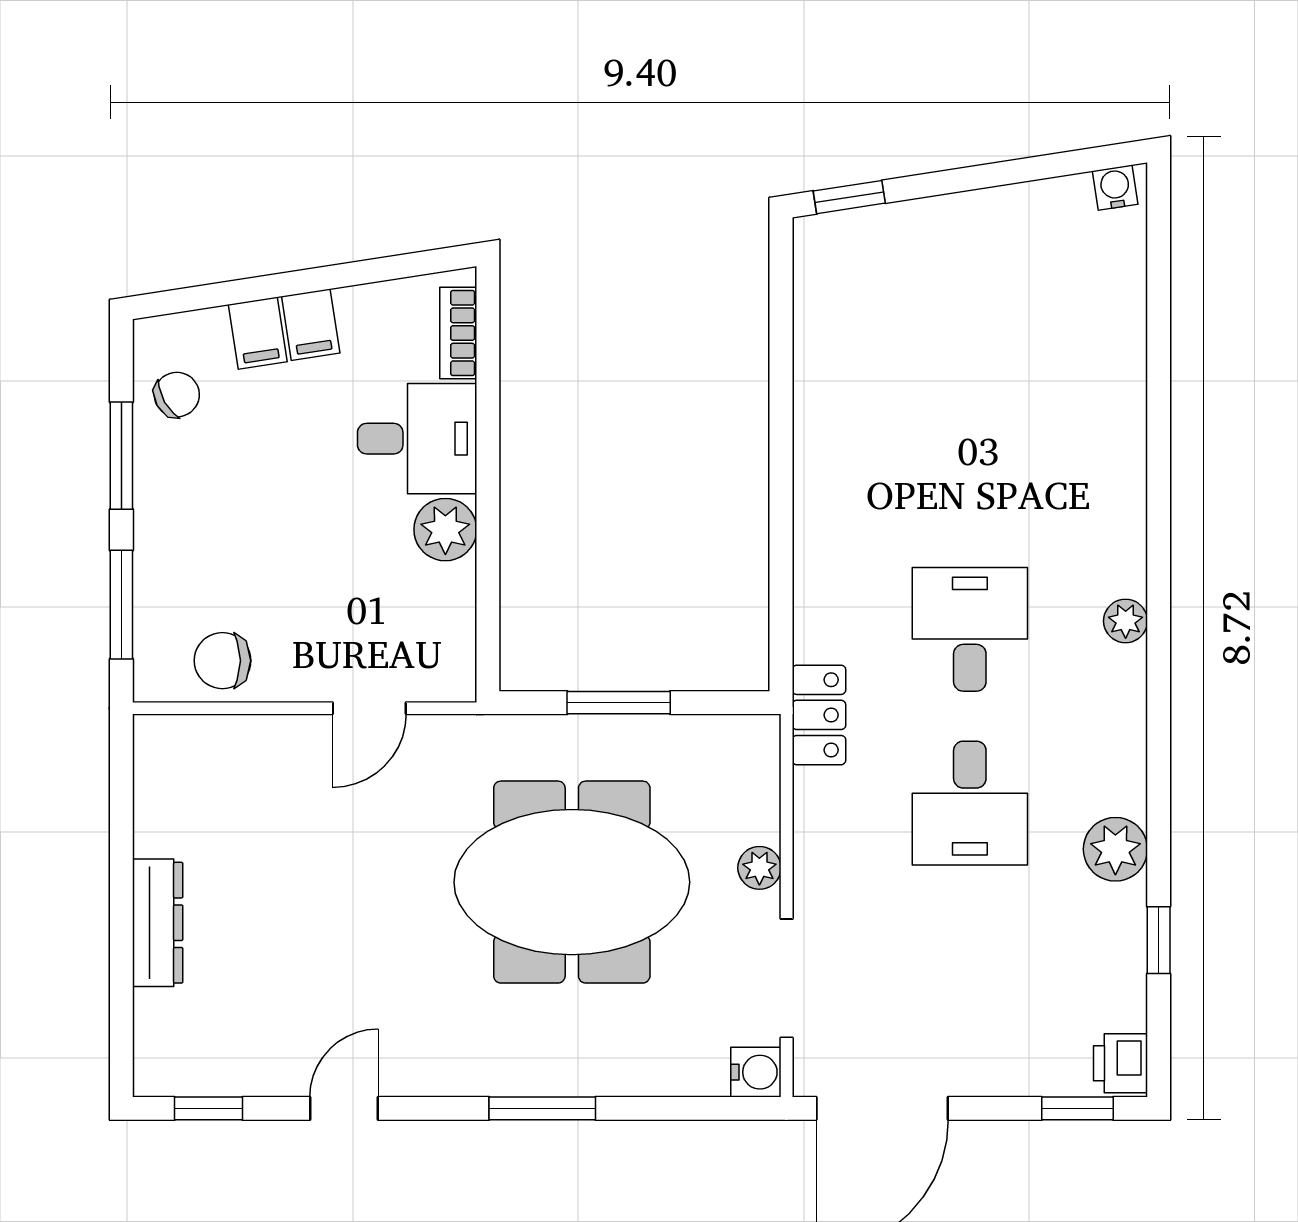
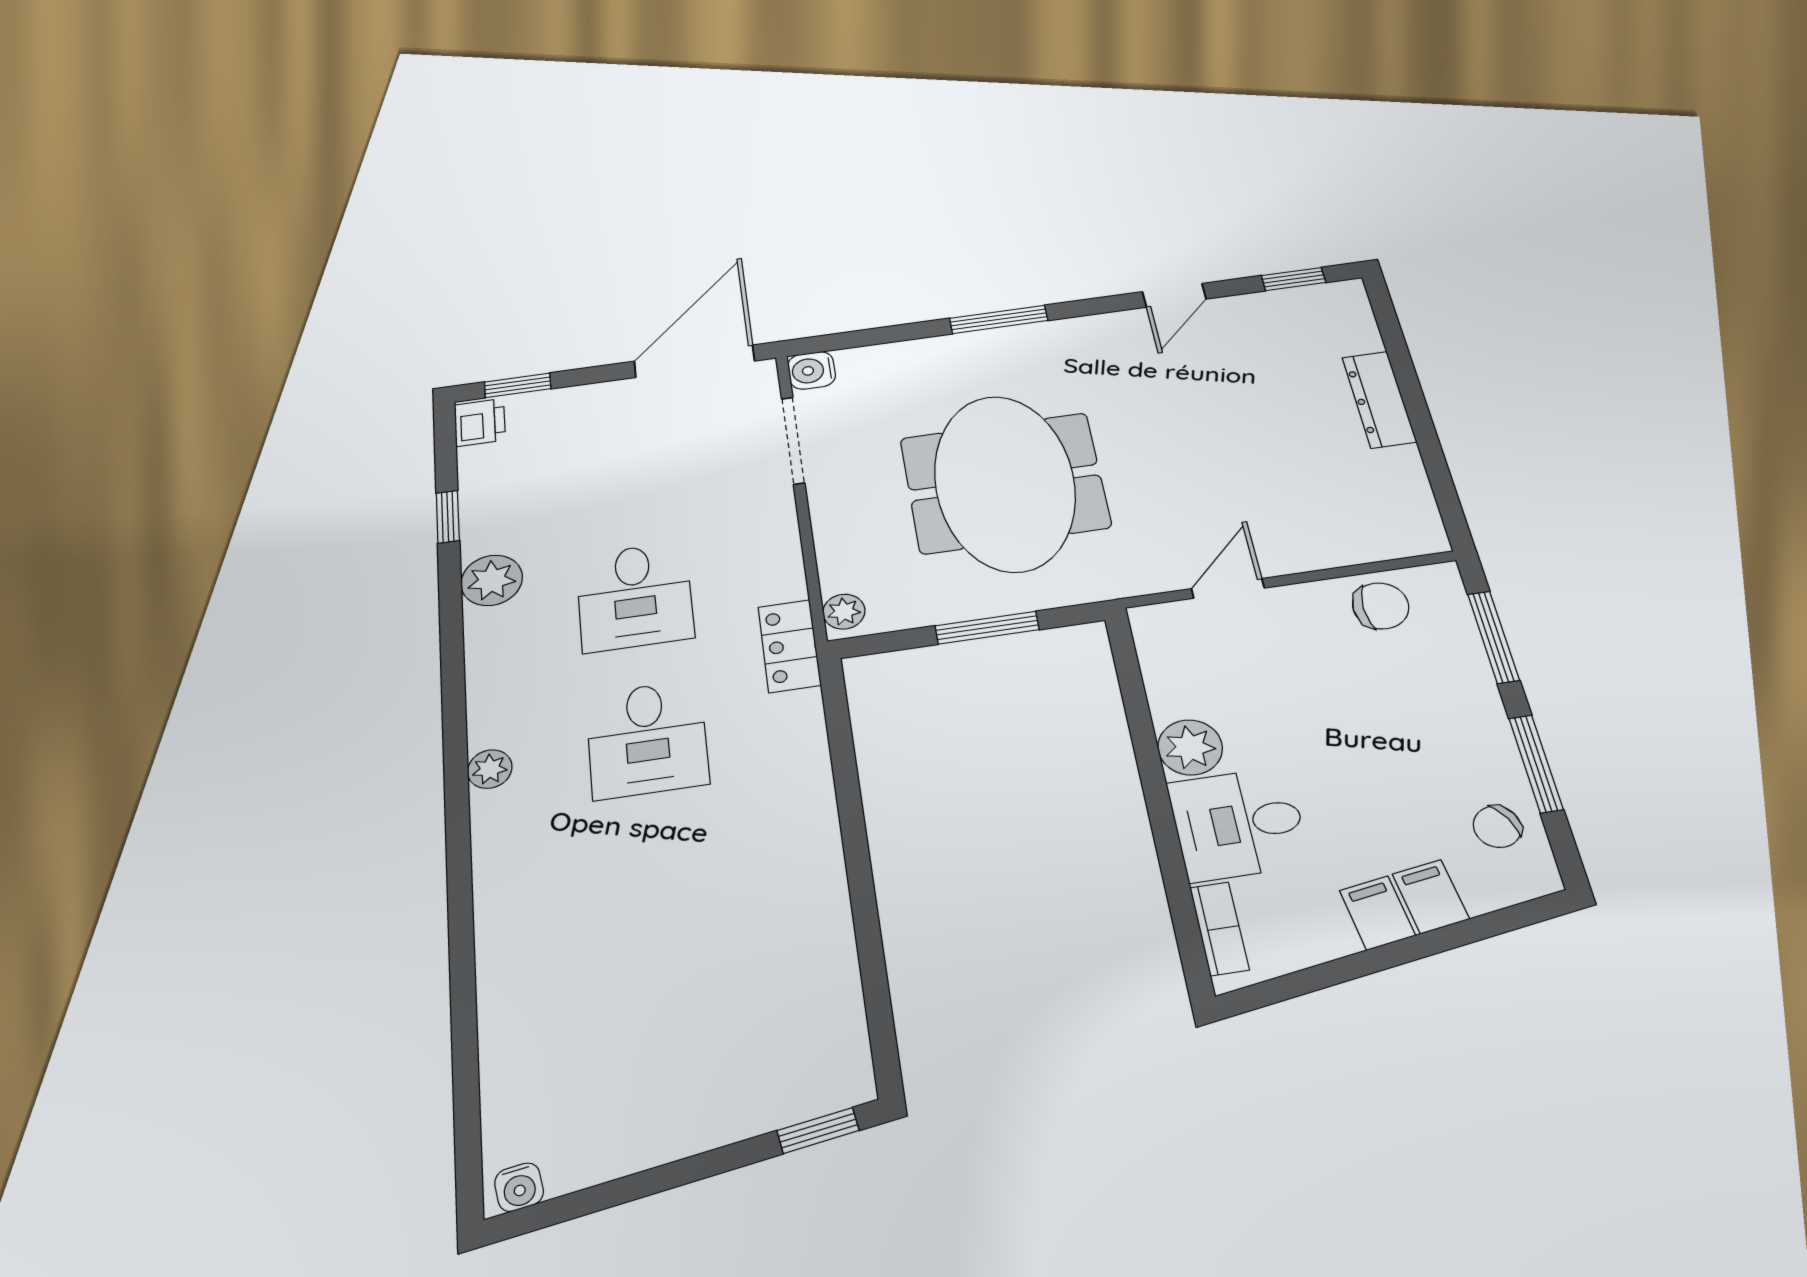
desk: (970, 803) -> (635, 597), turned 180
plant: (759, 868) -> (844, 612), moved
meeting table: (572, 882) -> (1005, 483), turned 90

